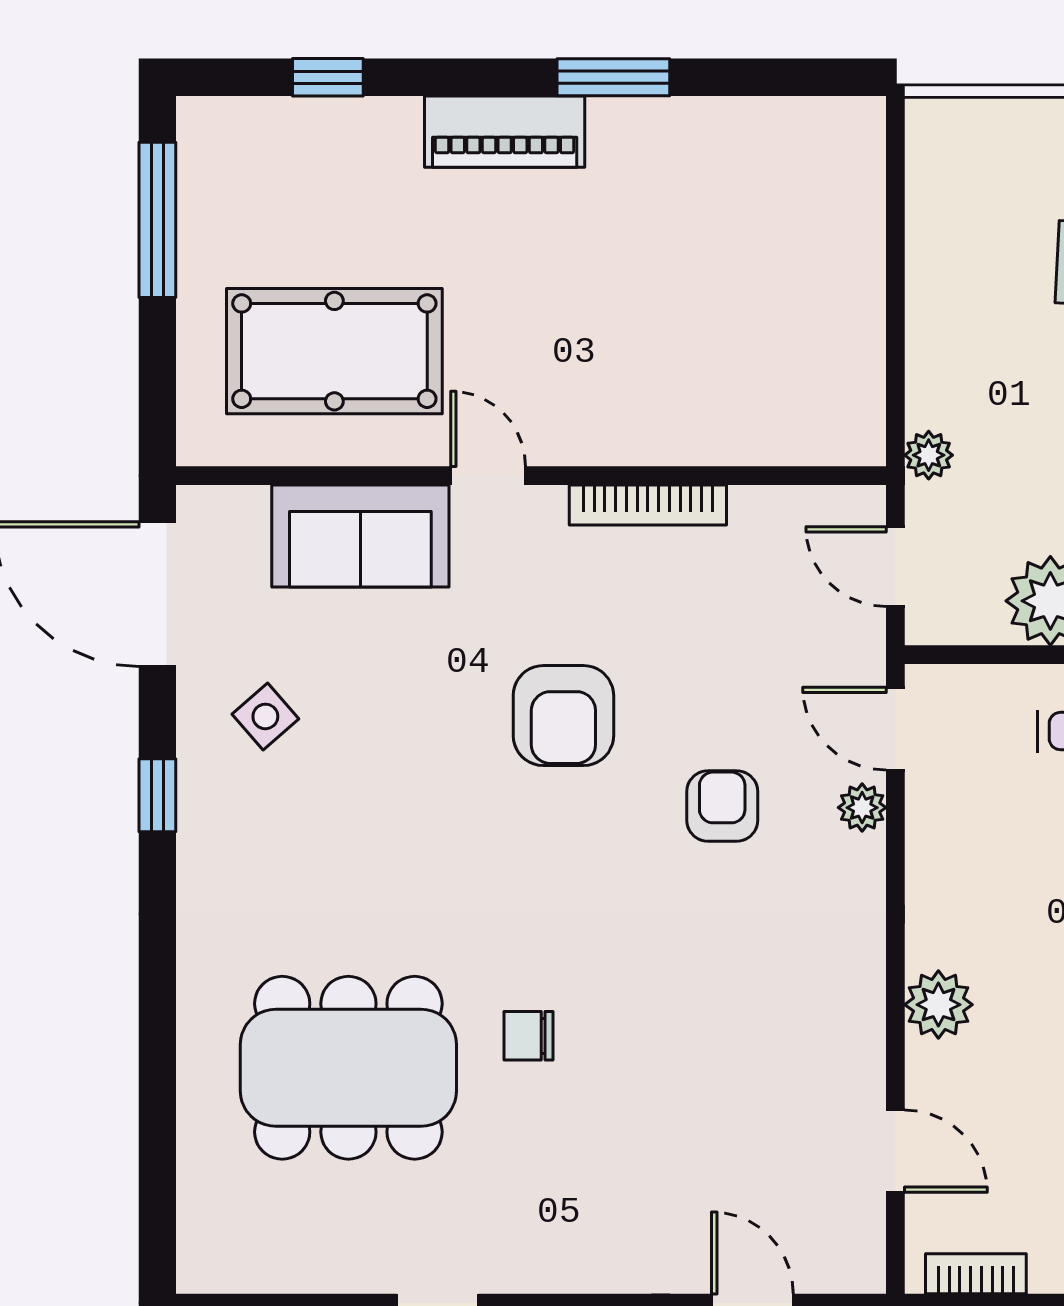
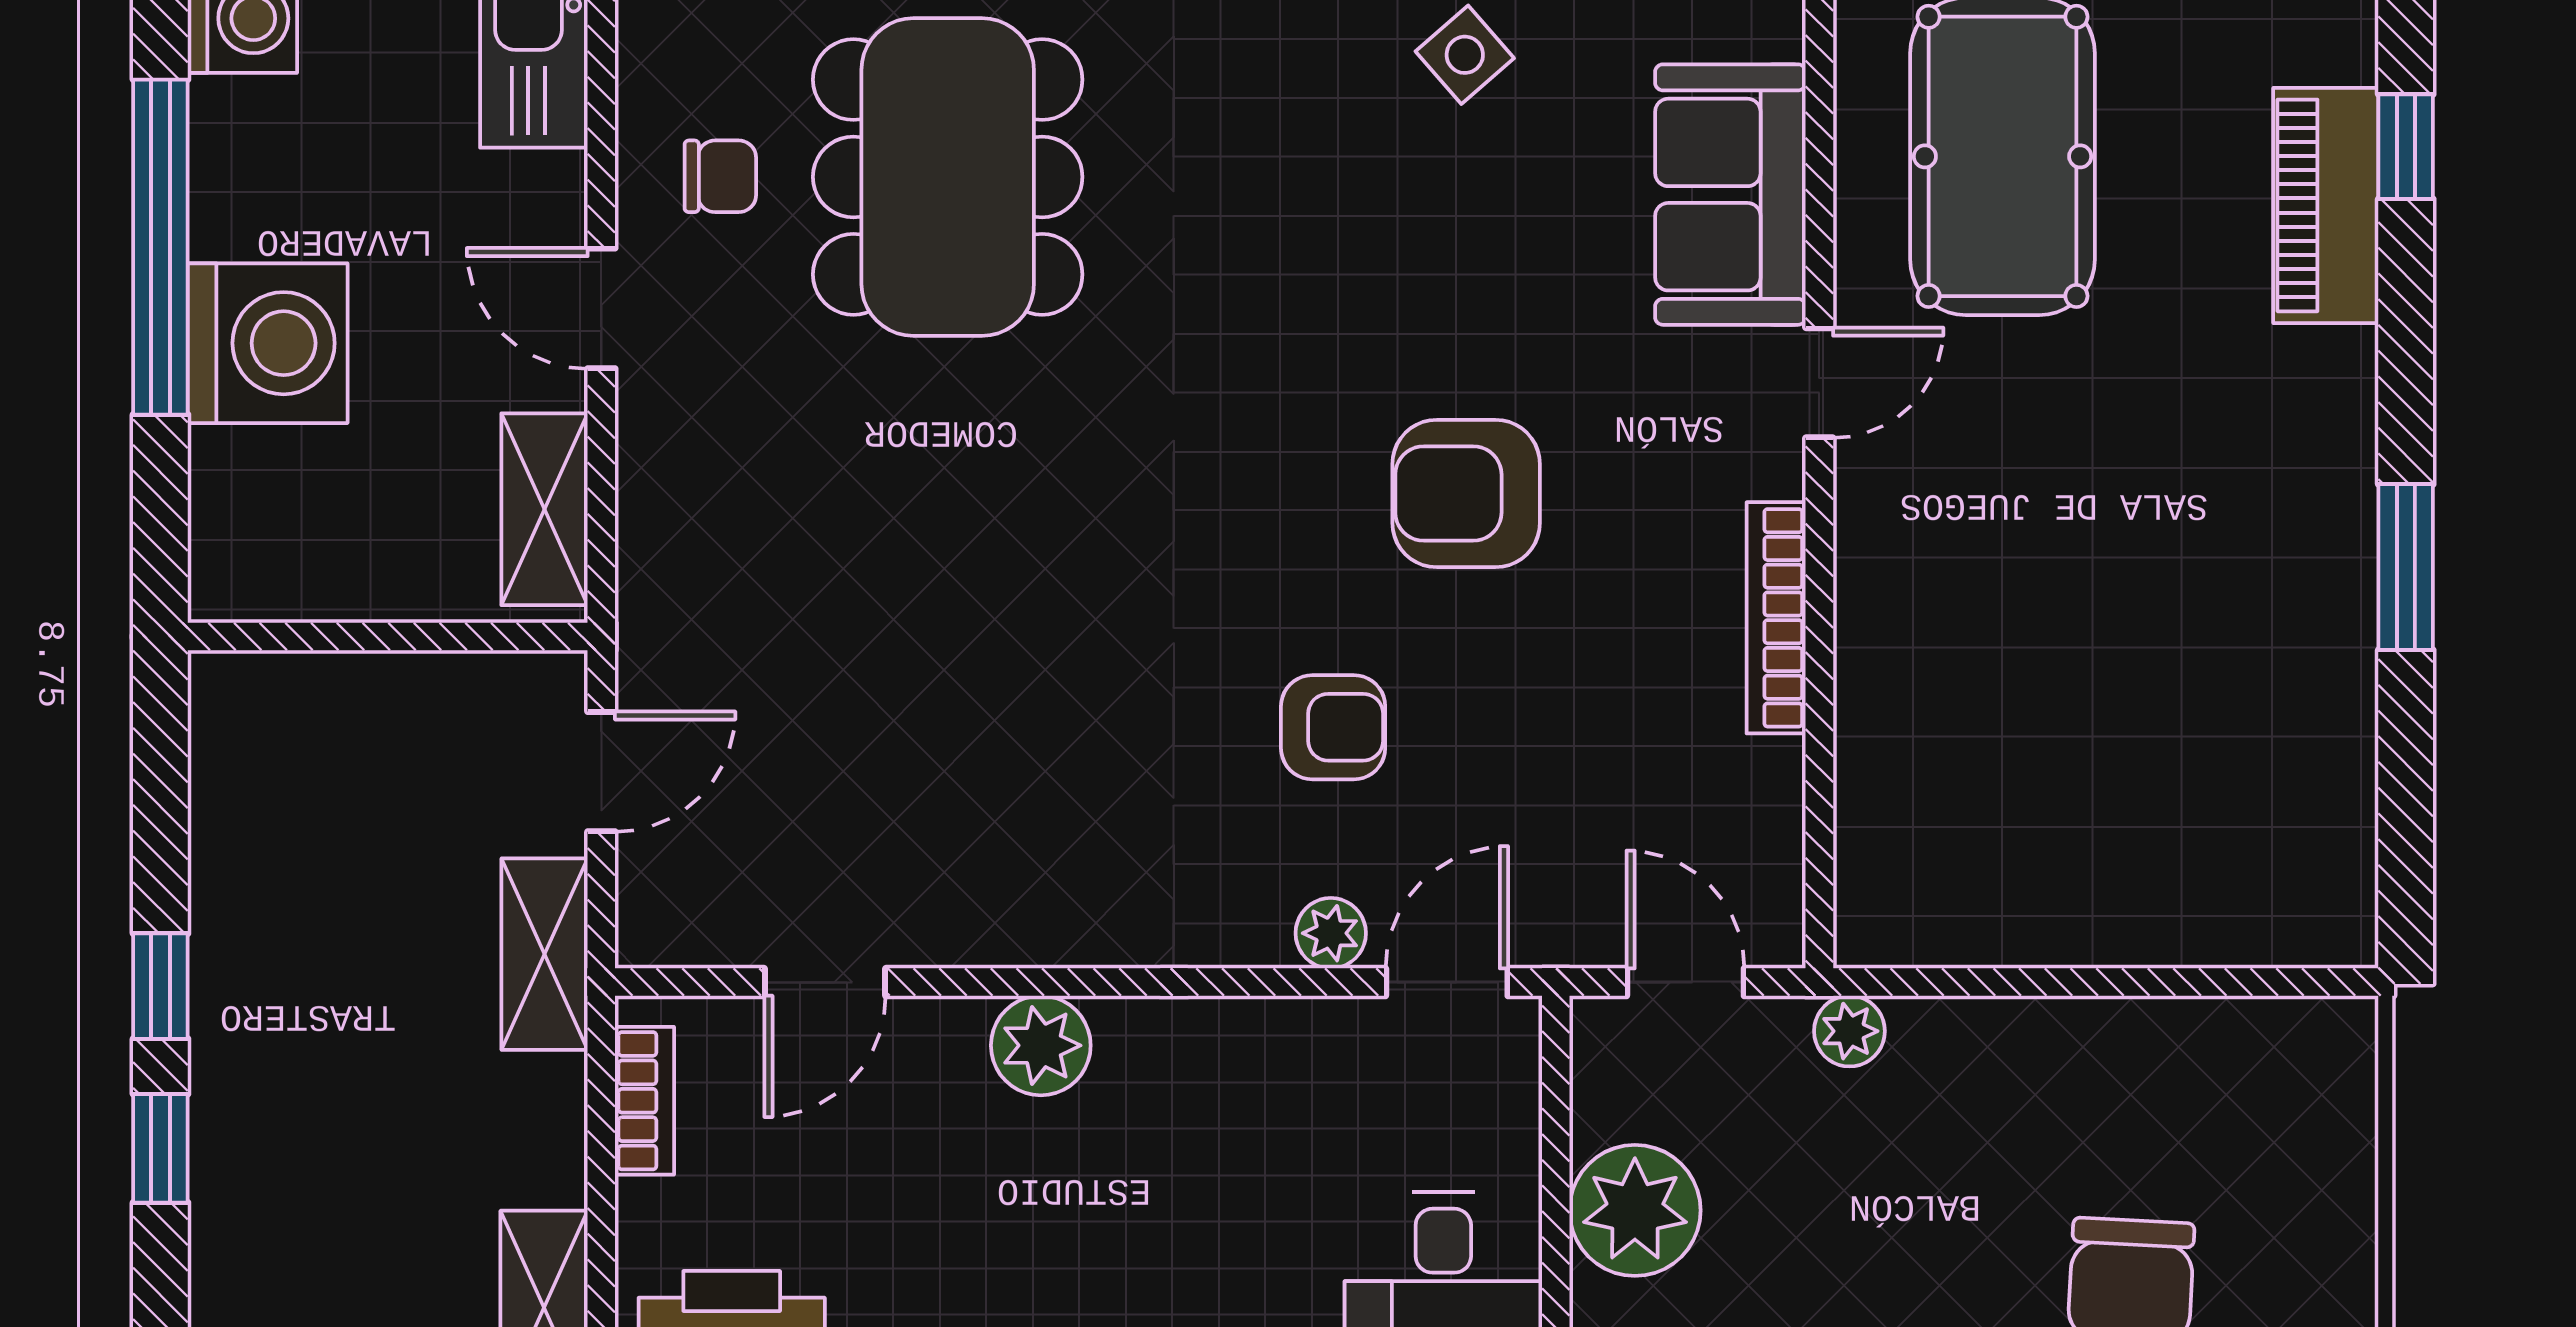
piano: (505, 132) -> (2326, 205), moved
door: (895, 567) -> (1685, 982), hinge flipped
chair: (529, 1036) -> (720, 176), moved, turned 90

